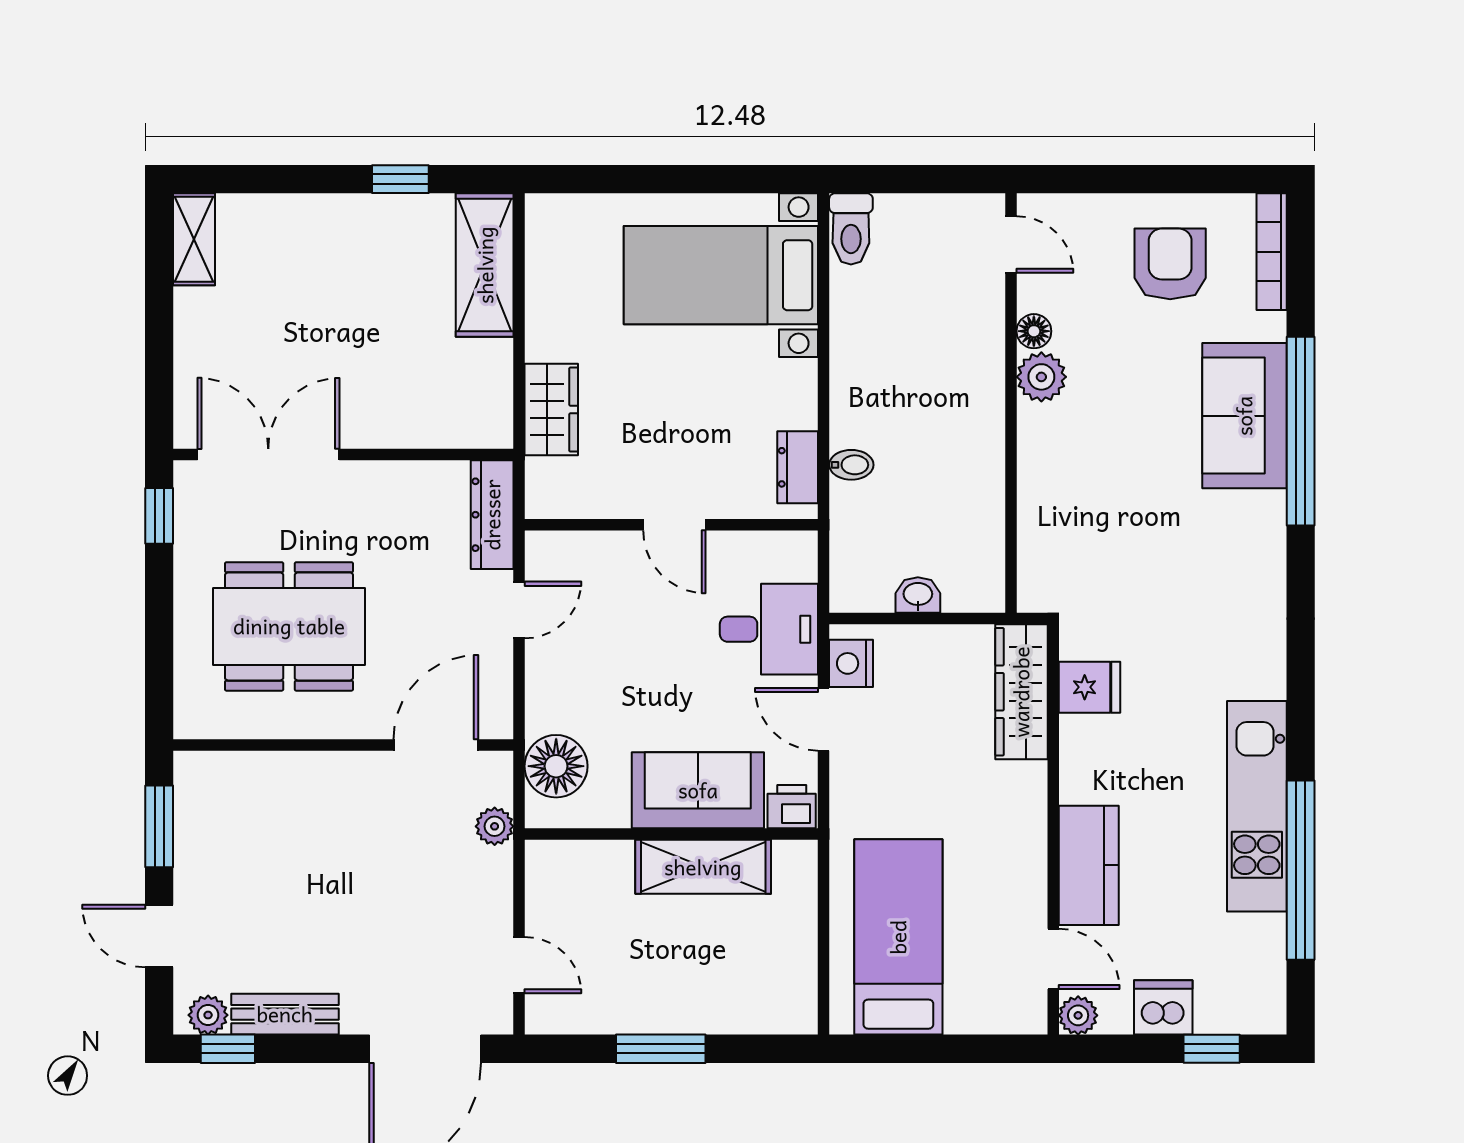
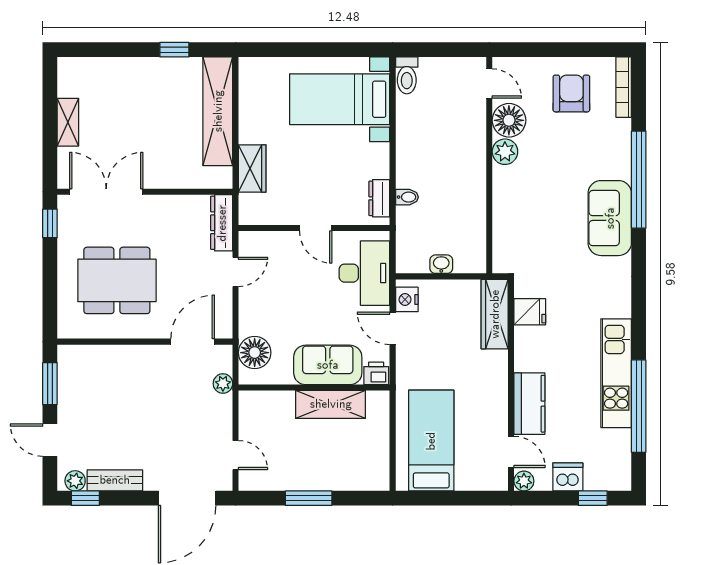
shelving: (194, 239) -> (68, 122), moved
shelving: (485, 265) -> (218, 111), width x1.47
floor lamp: (1034, 331) -> (509, 120), width x1.89, depth x1.89
sofa: (1244, 416) -> (610, 218), moved
desk: (769, 629) -> (364, 273), width x1.37

